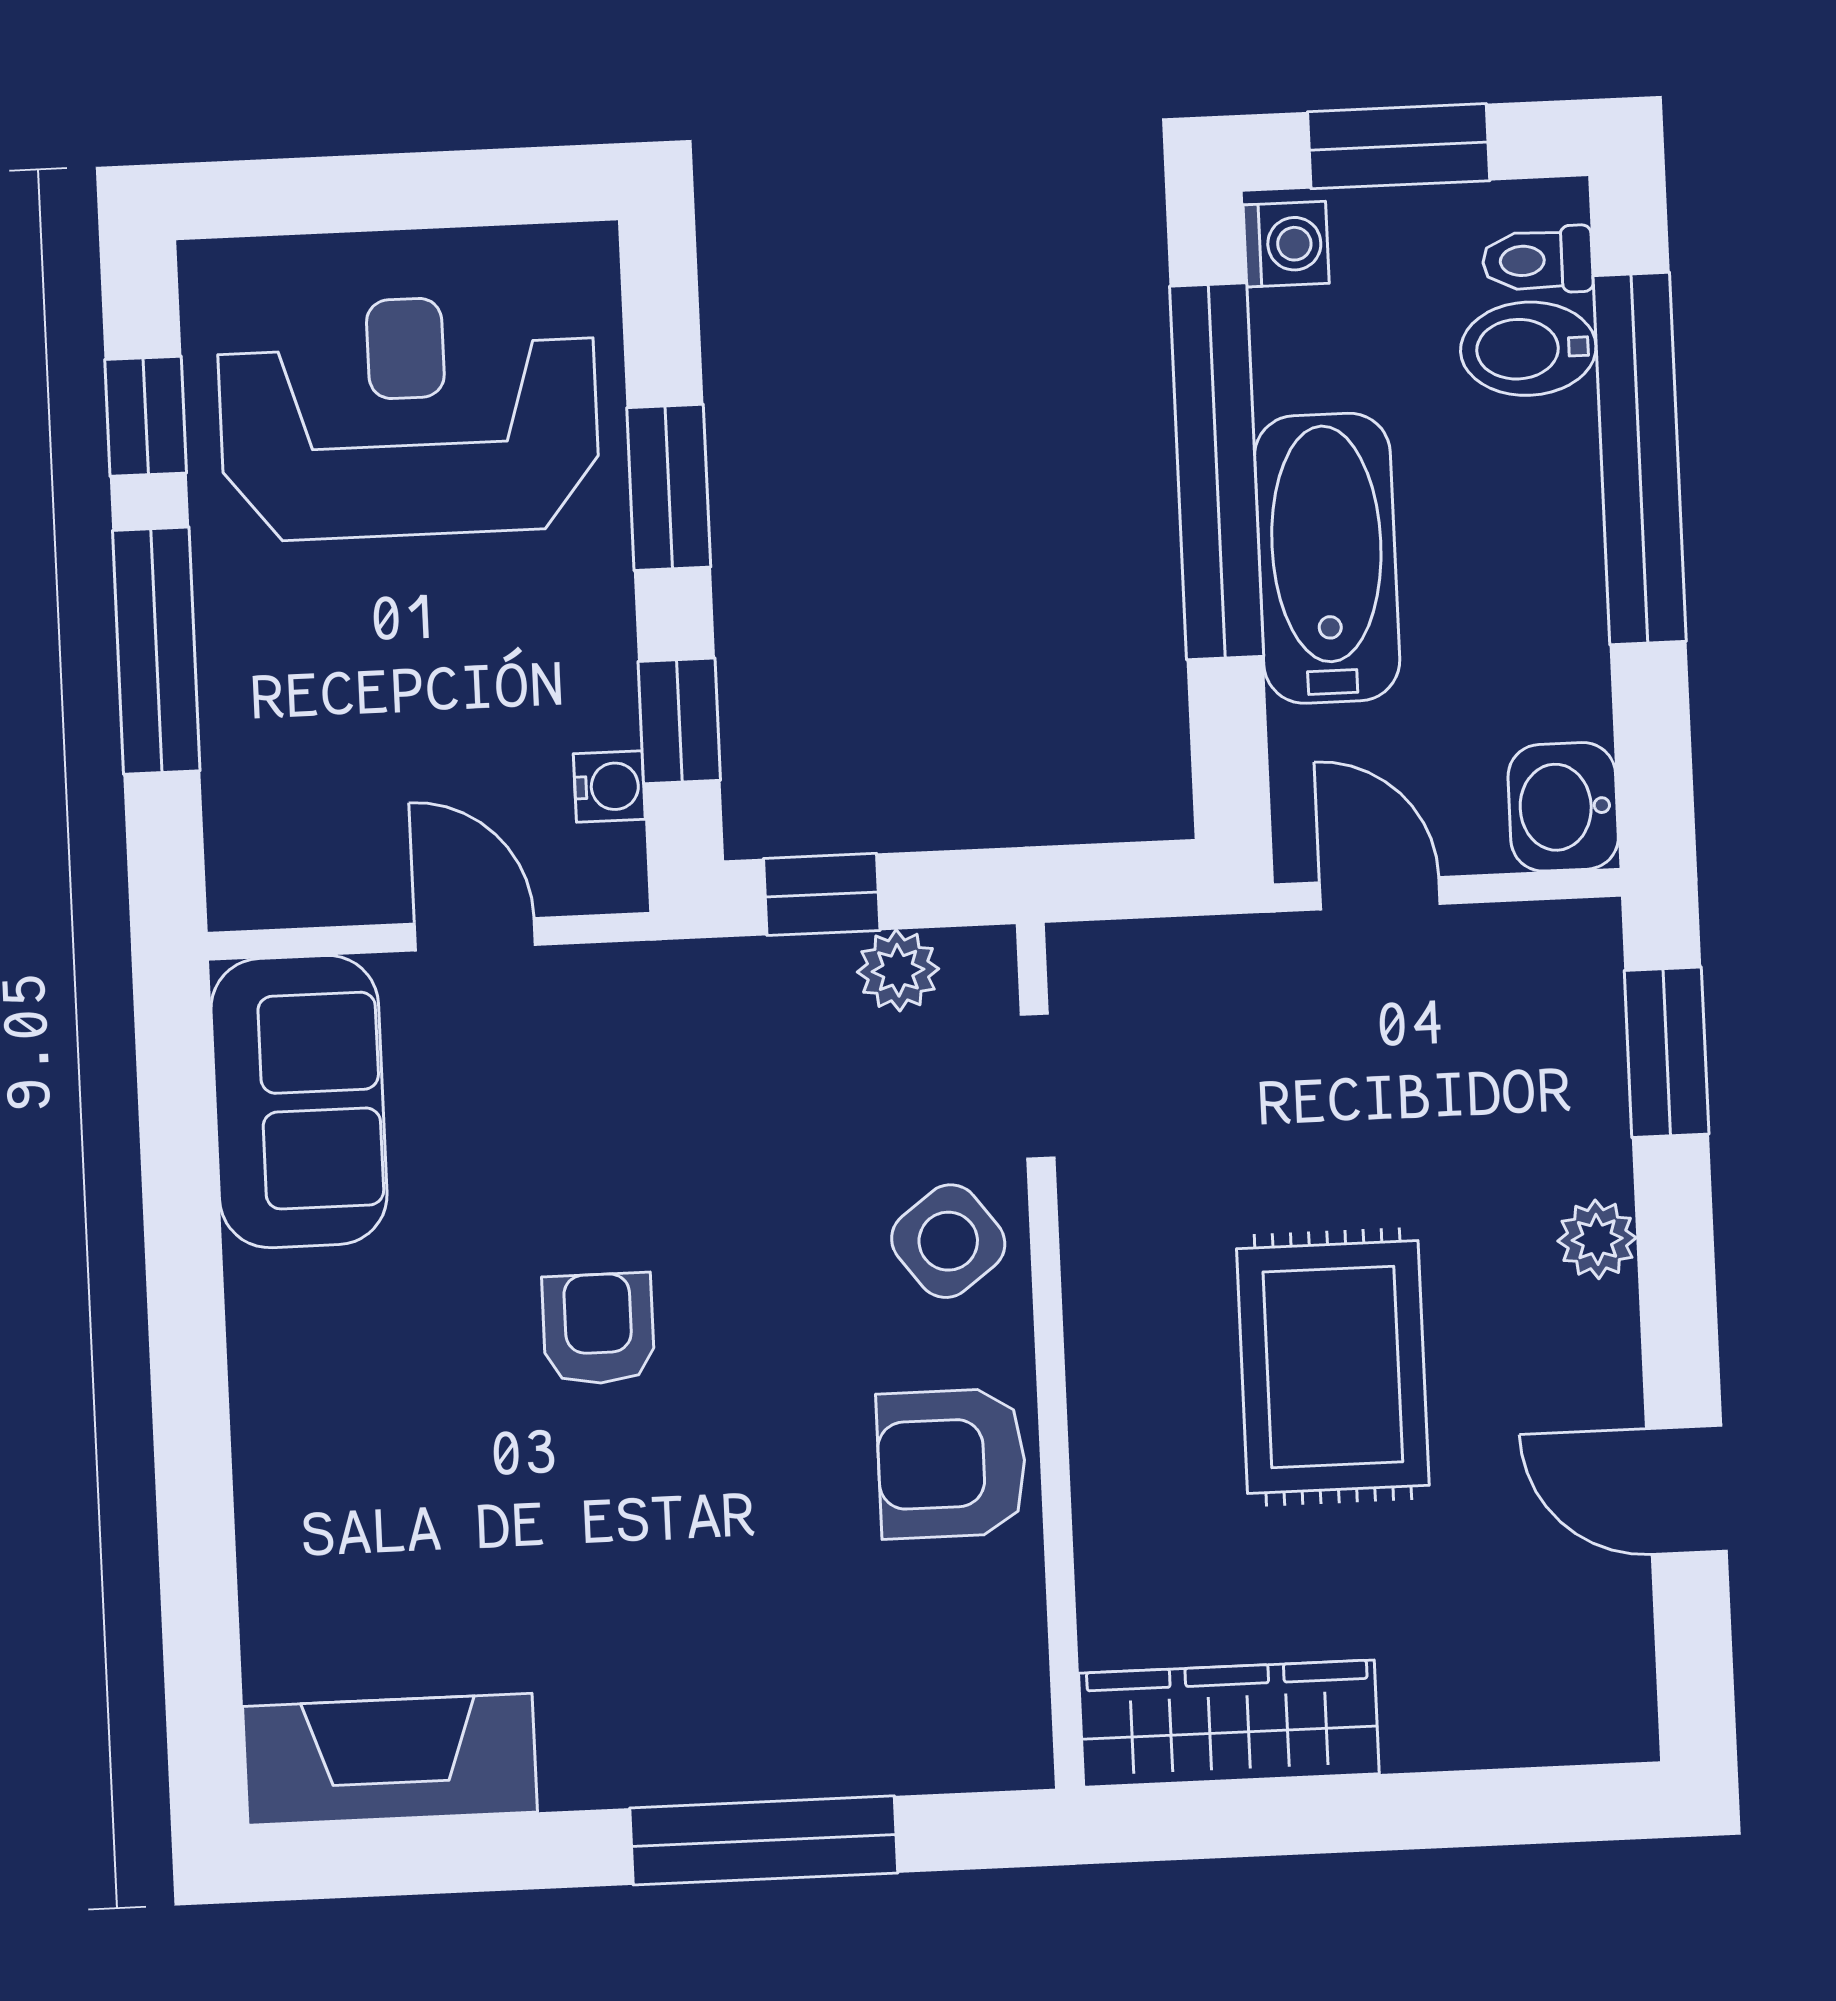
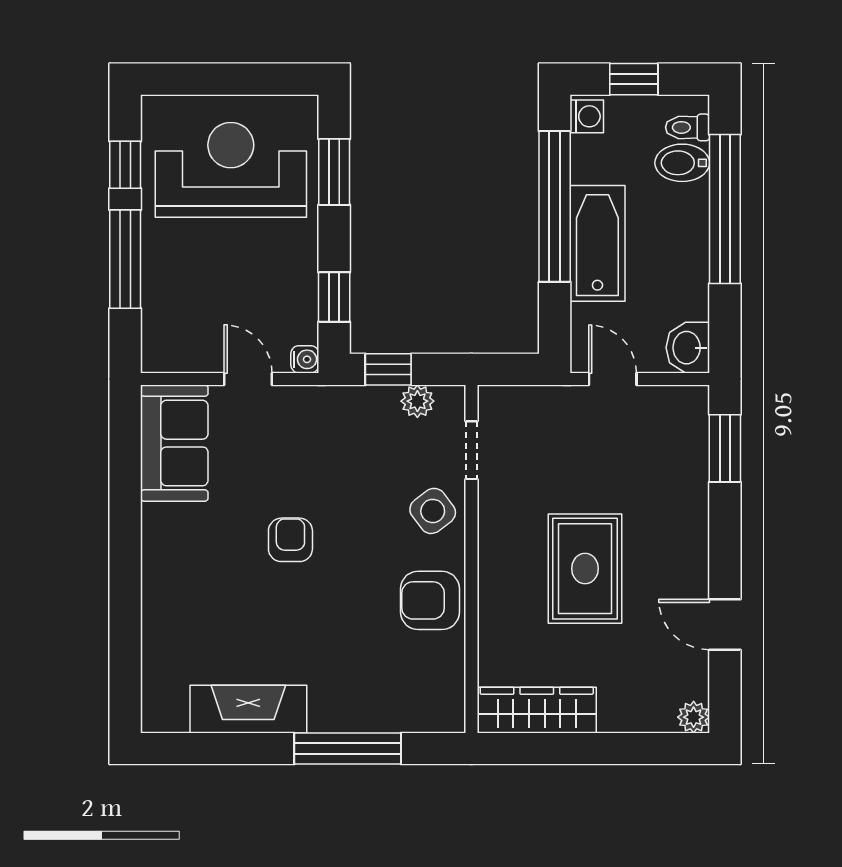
window: (1399, 146) -> (634, 79), width x0.67
window: (669, 487) -> (334, 172), moved
water cooler: (609, 786) -> (305, 359), moved
plant: (1597, 1239) -> (694, 717), moved
fireplace: (390, 1759) -> (248, 709), moved

